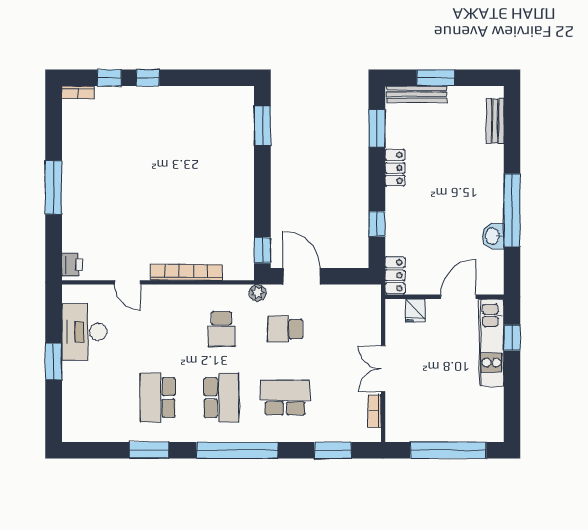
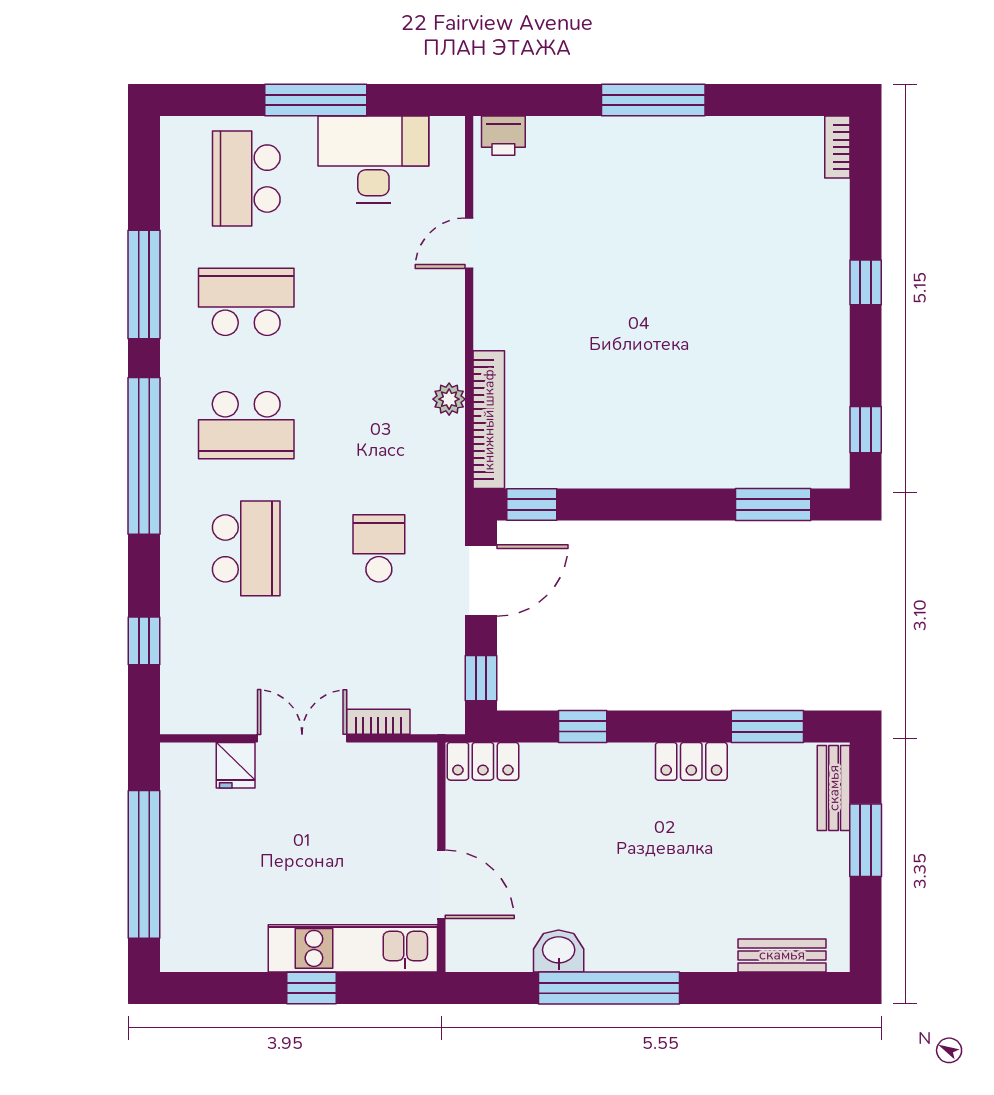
window: (109, 78) -> (866, 430), moved
bench: (417, 94) -> (834, 788), width x0.73
bookcase: (186, 272) -> (489, 420), moved
window: (352, 276) -> (481, 678), added
plant: (257, 293) -> (449, 399), moved
fridge: (415, 311) -> (236, 765), moved, turned -90
school desk: (221, 329) -> (246, 179), moved, width x1.85
window: (512, 338) -> (312, 988), moved
window: (54, 362) -> (316, 100), width x1.44
bookcase: (375, 411) -> (378, 722), moved
window: (149, 450) -> (144, 285), width x1.44
window: (333, 450) -> (144, 641), width x0.67

